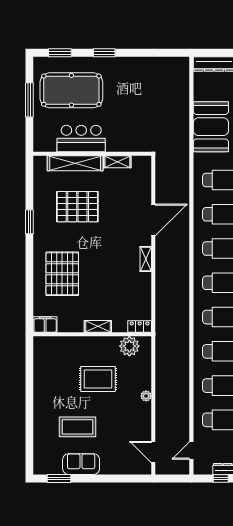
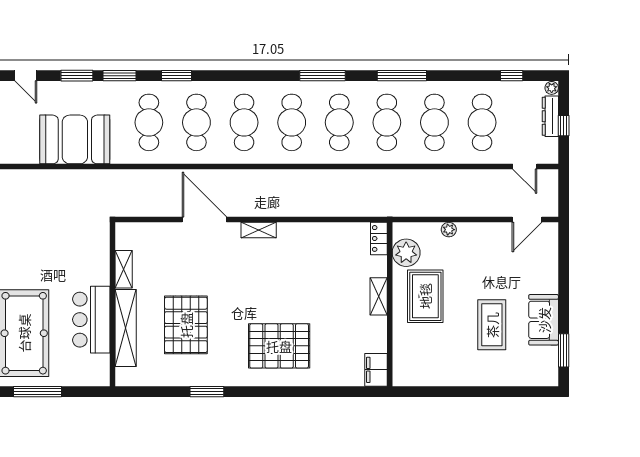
filing cabinet: (45, 324) -> (376, 370), moved
shelving: (98, 326) -> (379, 296), moved
locker: (140, 326) -> (379, 238), moved
wall: (92, 334) -> (390, 304), moved
plant: (129, 346) -> (406, 253), moved

